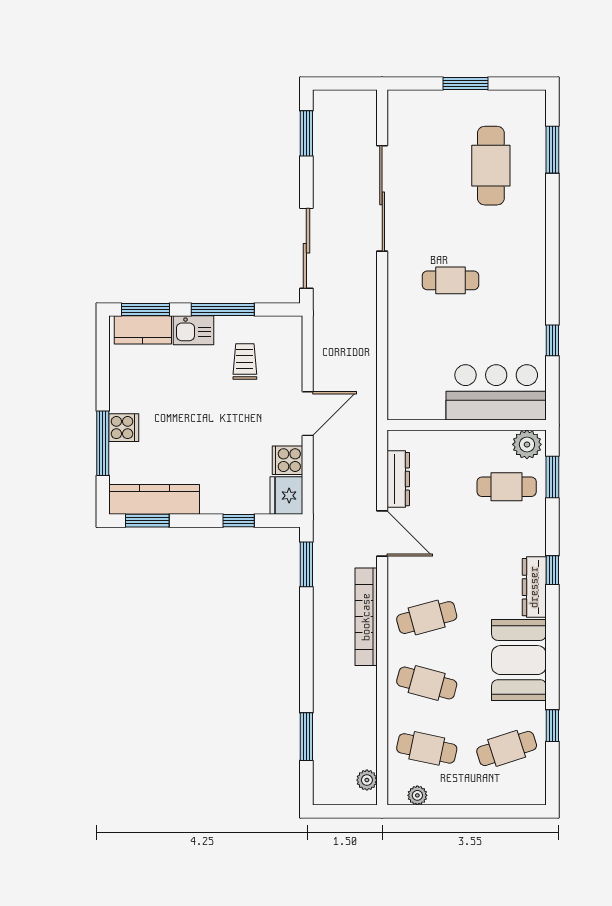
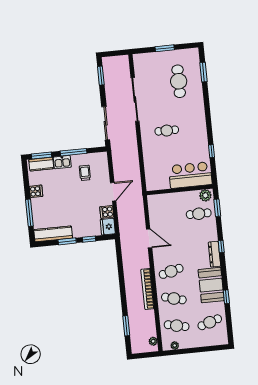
cooker: (124, 428) -> (36, 191), moved
dresser: (398, 479) -> (153, 215), removed
window: (147, 521) -> (67, 241), moved
window: (306, 564) -> (119, 254), removed
bookcase: (366, 617) -> (148, 289), moved
window: (552, 726) -> (226, 297), moved

